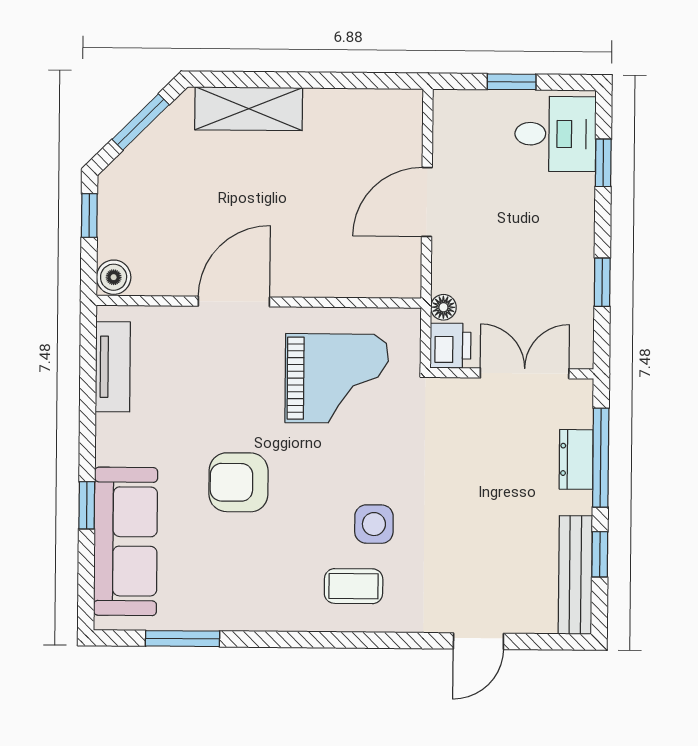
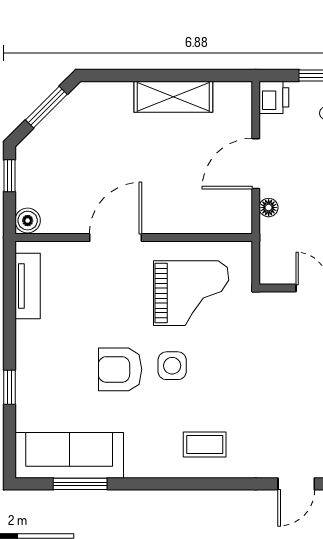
shelving: (249, 109) -> (173, 97), moved
floor lamp: (443, 307) -> (269, 208), moved
printer: (450, 345) -> (274, 97), moved
side table: (374, 524) -> (172, 366), moved
sofa: (126, 541) -> (69, 455), moved, turned -90

